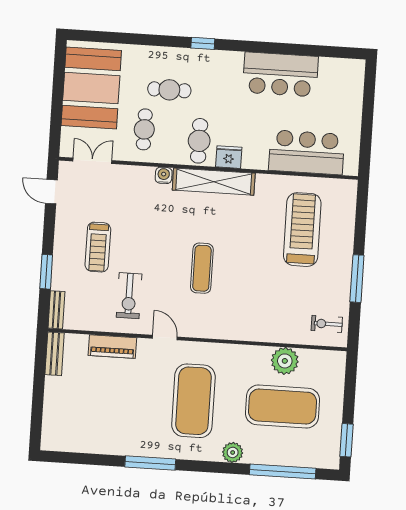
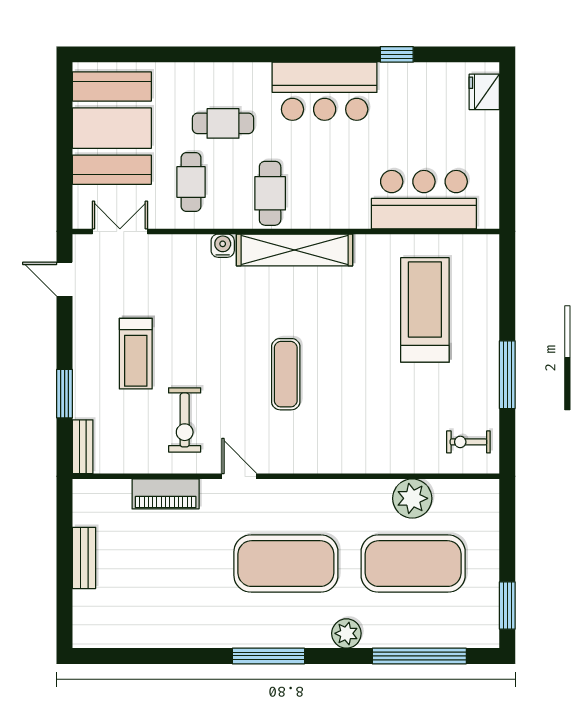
window: (203, 43) -> (397, 54), moved
bar counter: (280, 74) -> (325, 91), moved
fridge: (229, 157) -> (484, 92), moved, turned -90
bench: (55, 354) -> (84, 558), moved
exercise mat: (193, 401) -> (286, 564), turned 90
window: (150, 463) -> (268, 656), moved

